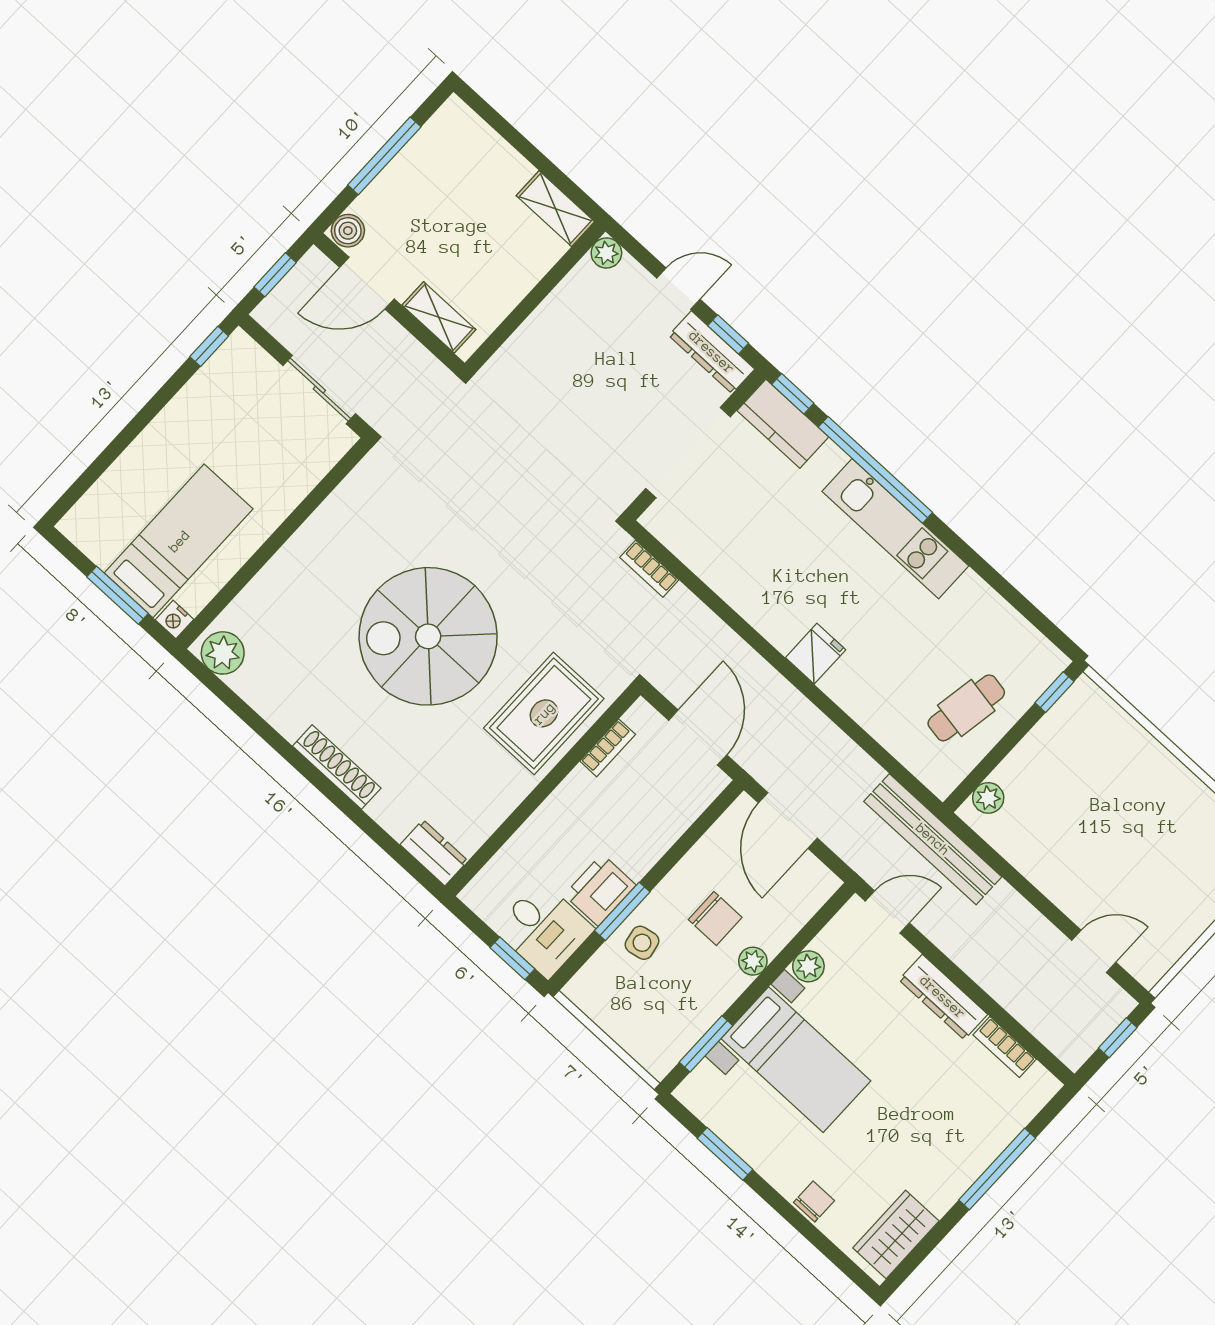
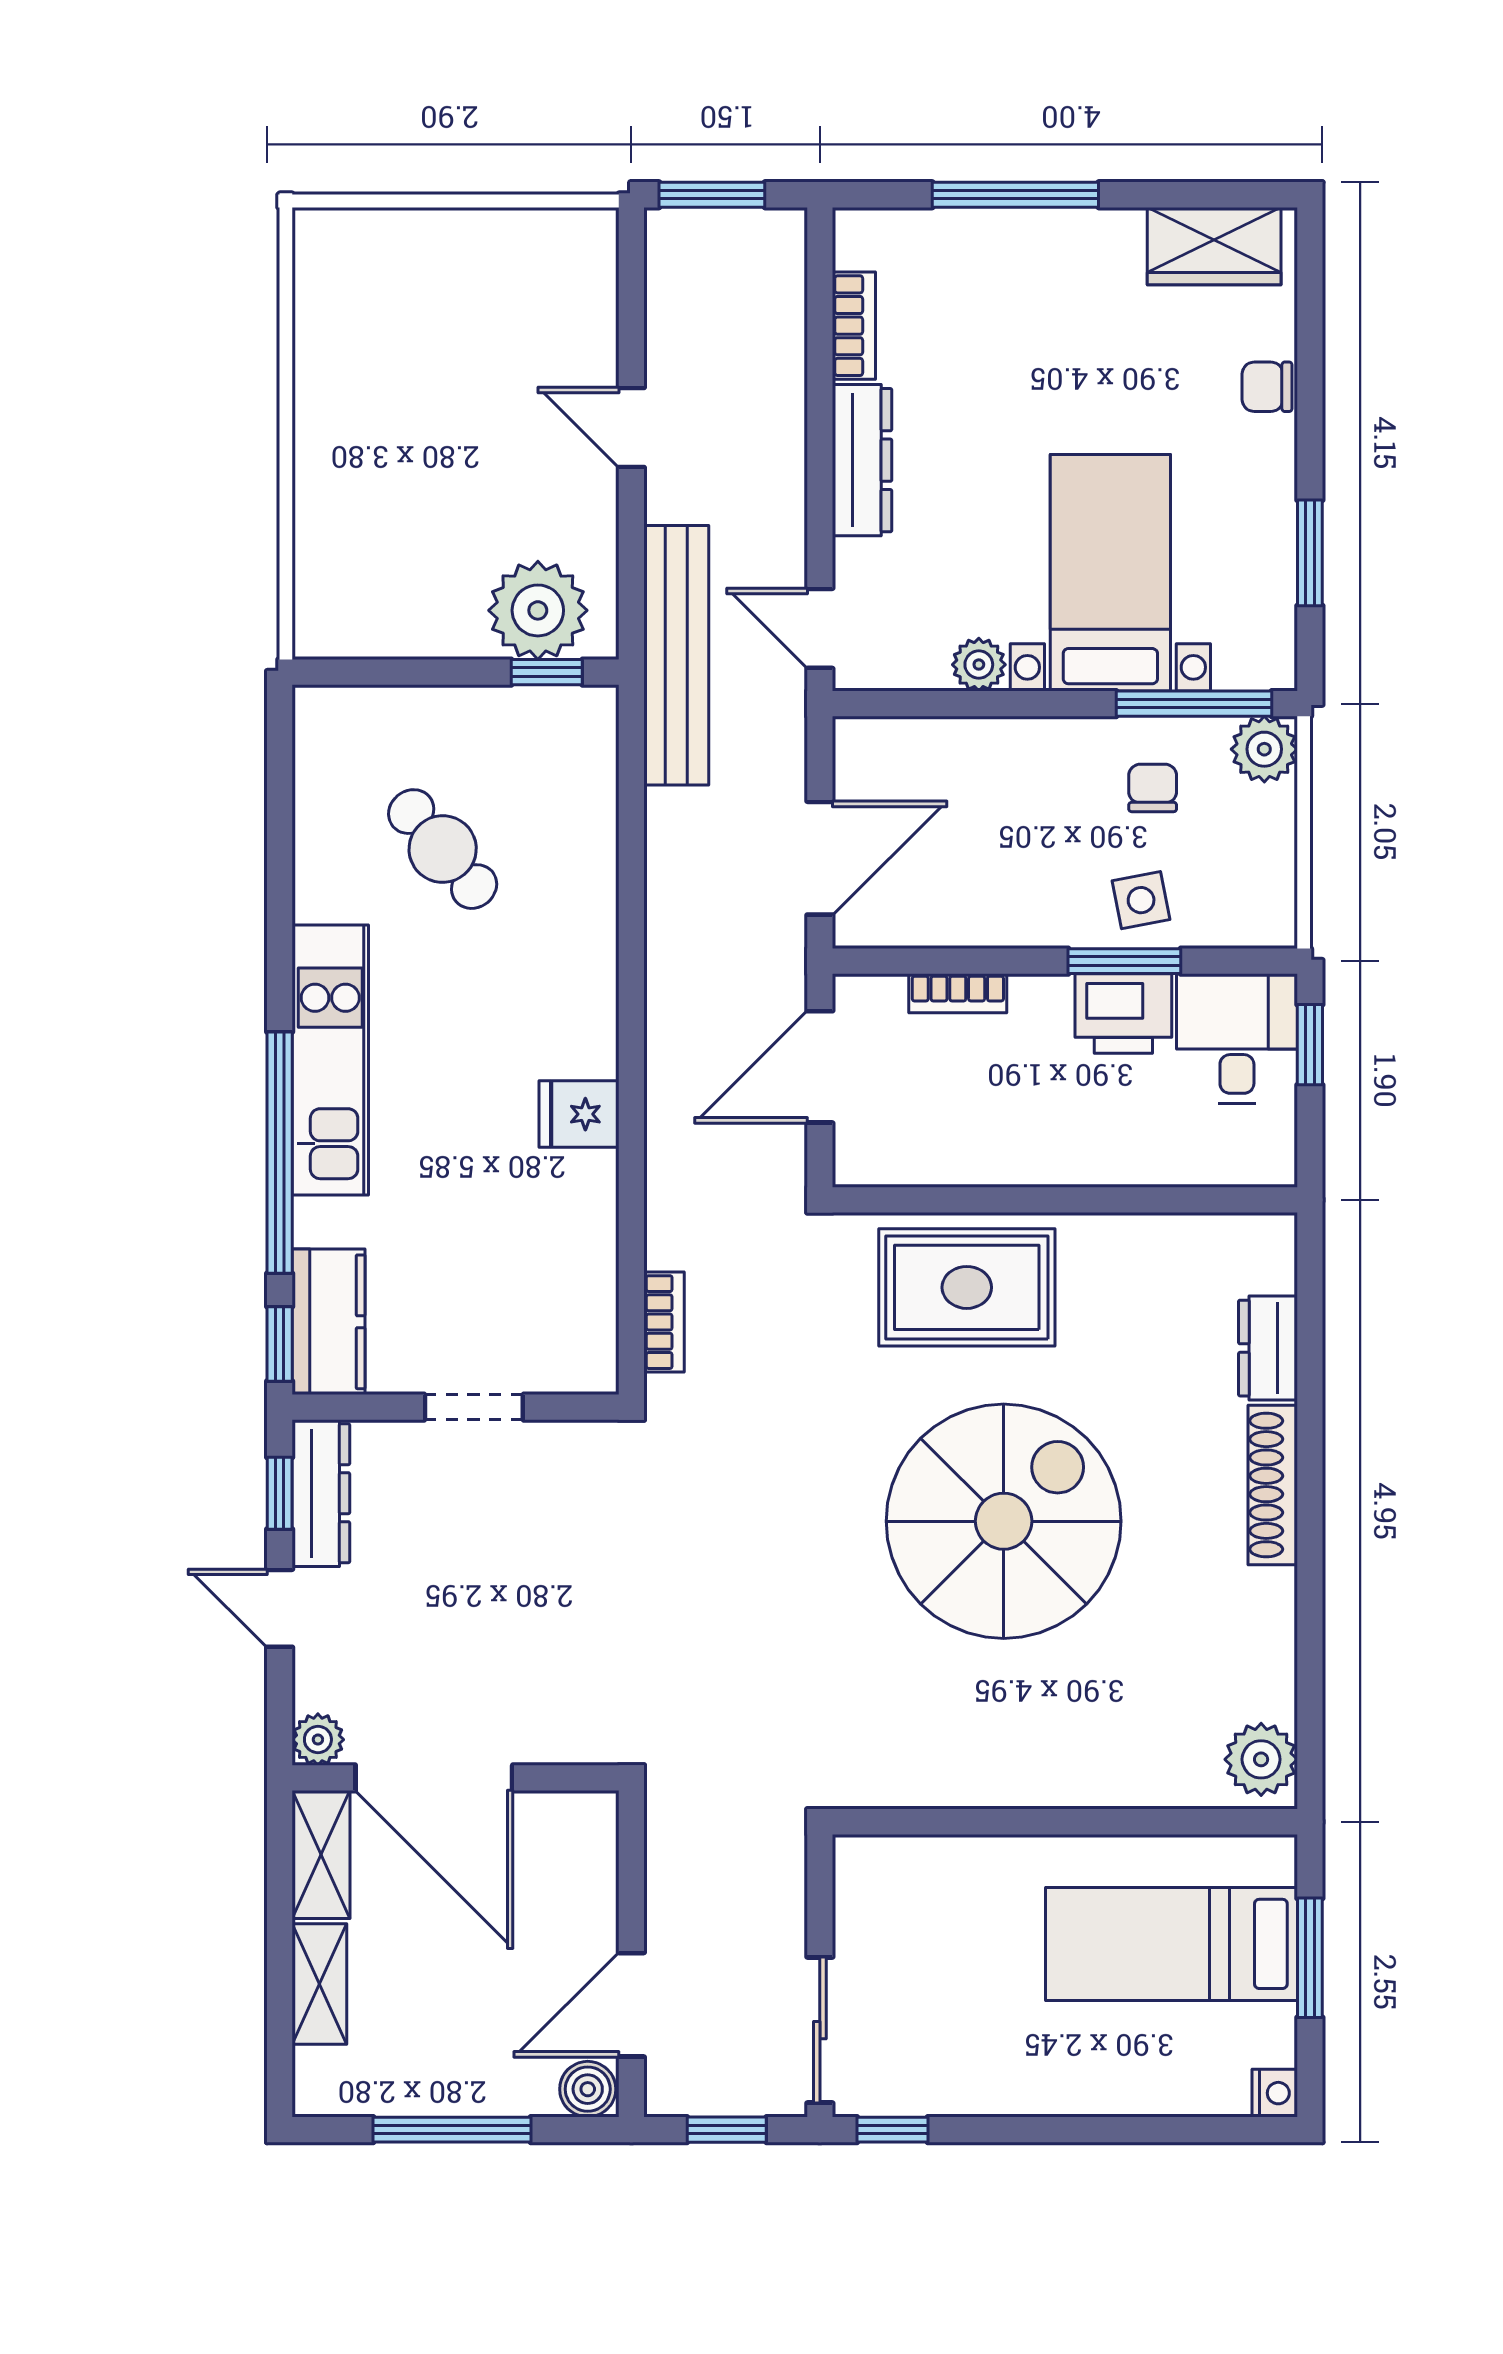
door: (367, 283) -> (631, 2005), swing flipped
door: (544, 288) -> (434, 1778), added
shelving: (439, 317) -> (319, 1984), moved
sliding door: (319, 390) -> (820, 2030), moved
doorway: (688, 453) -> (474, 1407), width x0.53
nightstand: (175, 620) -> (1275, 2093), moved
spiral stairs: (428, 636) -> (1004, 1521), turned -90
fridge: (816, 654) -> (579, 1114), moved
window: (1054, 692) -> (547, 672), moved
cafe table: (966, 708) -> (443, 849), moved, turned 40
bookcase: (608, 748) -> (958, 993), moved, turned 180
plant: (988, 798) -> (538, 610), width x1.88, depth x1.88
dresser: (434, 853) -> (1268, 1348), moved
chair: (715, 918) -> (1153, 788), moved, width x0.73, depth x0.73
door: (1094, 951) -> (631, 428), moved
plant: (753, 961) -> (1264, 749), moved, width x1.38, depth x1.38
window: (1118, 1038) -> (712, 195), width x1.50
window: (706, 1044) -> (1194, 704), width x1.44

